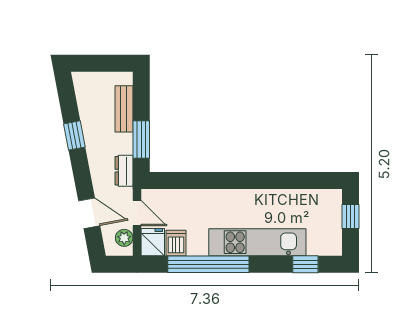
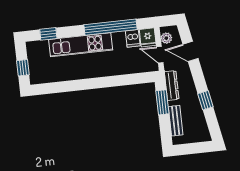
dresser: (124, 171) -> (172, 85), width x1.44

